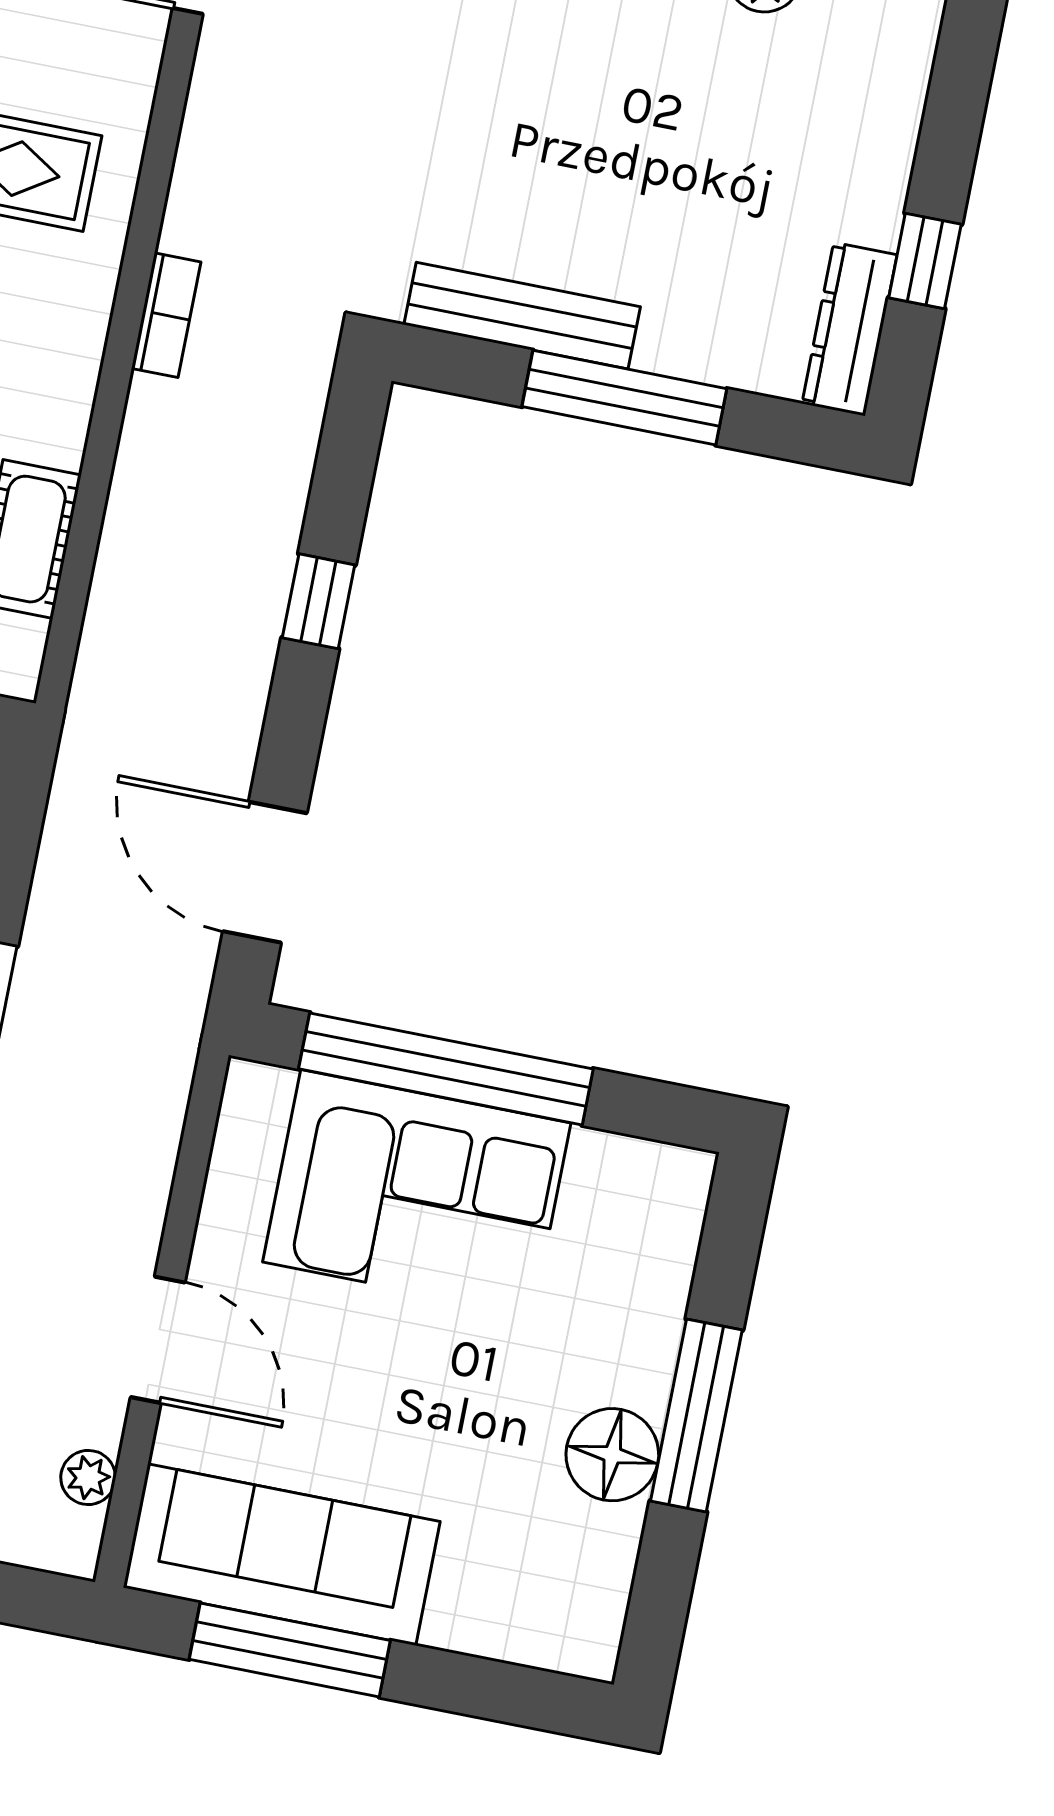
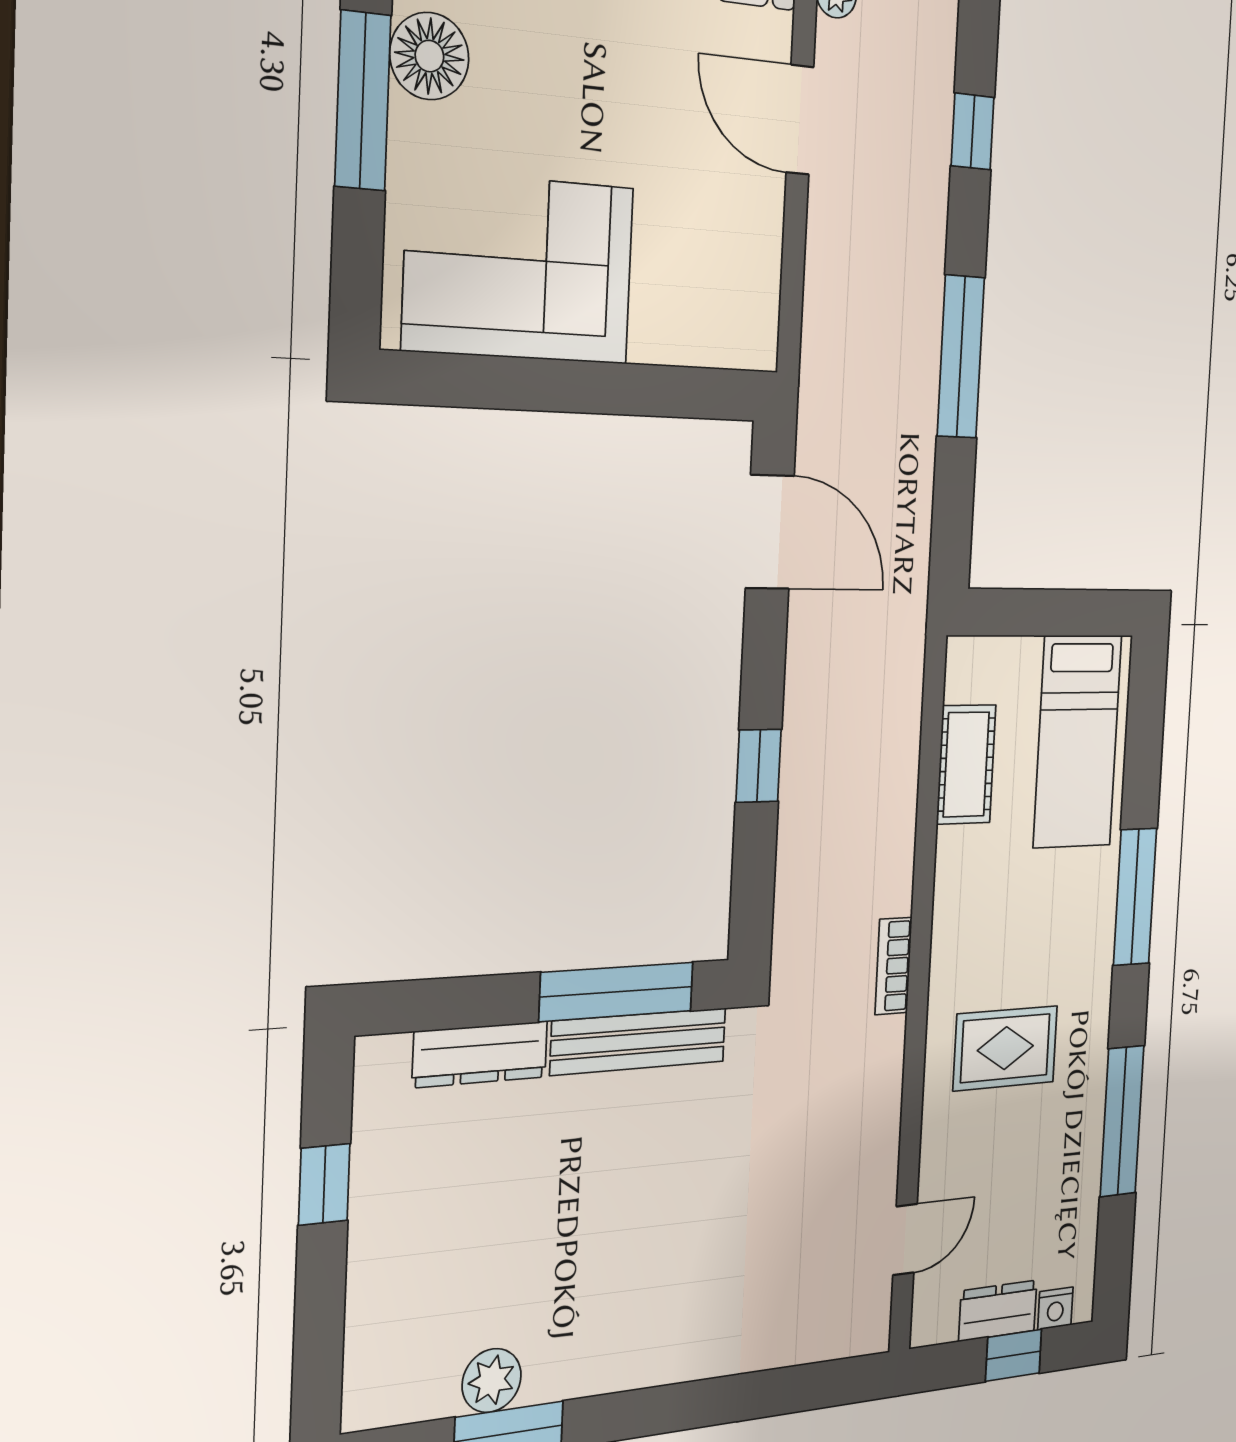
dresser: (849, 329) -> (480, 1054), moved, turned 90
window: (624, 398) -> (617, 992), moved
window: (446, 1069) -> (612, 388), removed
corner sofa: (417, 1192) -> (519, 268), moved

